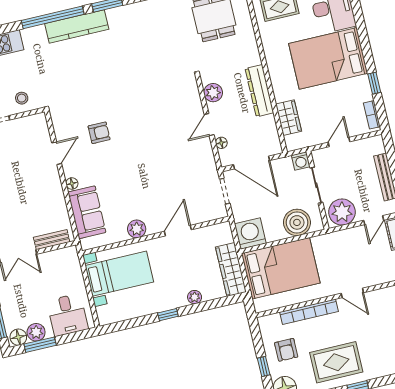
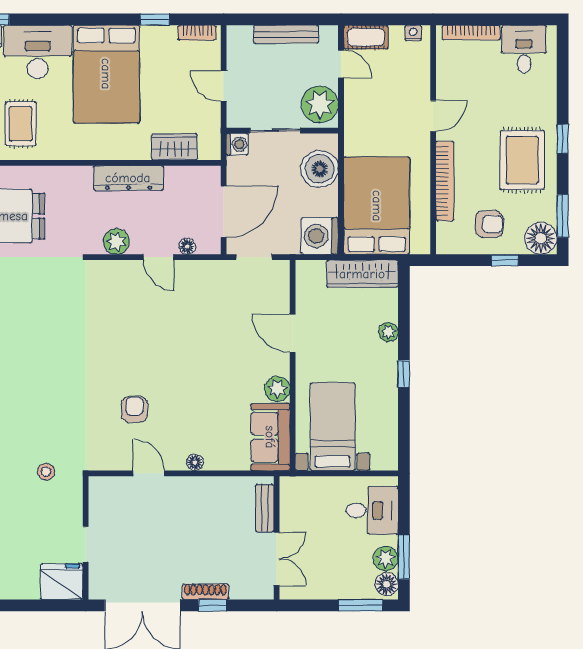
stool: (22, 98) -> (46, 472), moved
sofa: (87, 212) -> (270, 437), moved, turned -90

